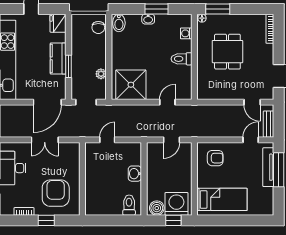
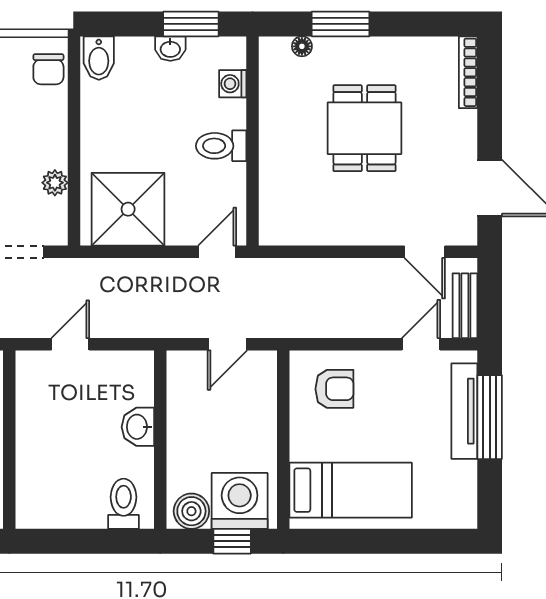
washing machine: (186, 33) -> (233, 84), moved
wall: (194, 57) -> (253, 141), moved
toilet: (181, 59) -> (221, 146), moved

